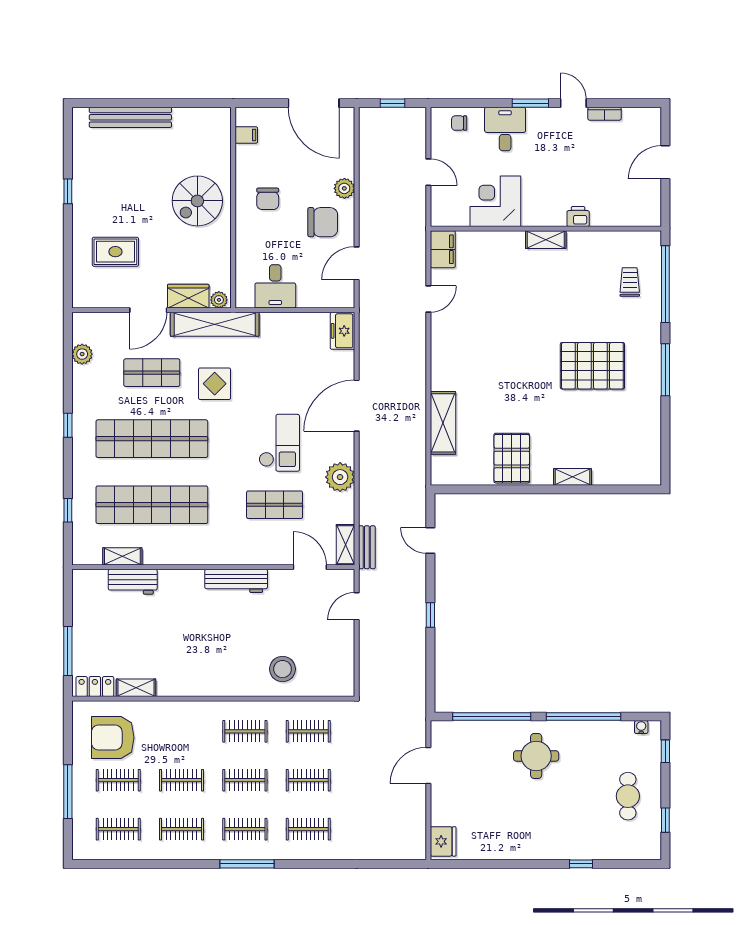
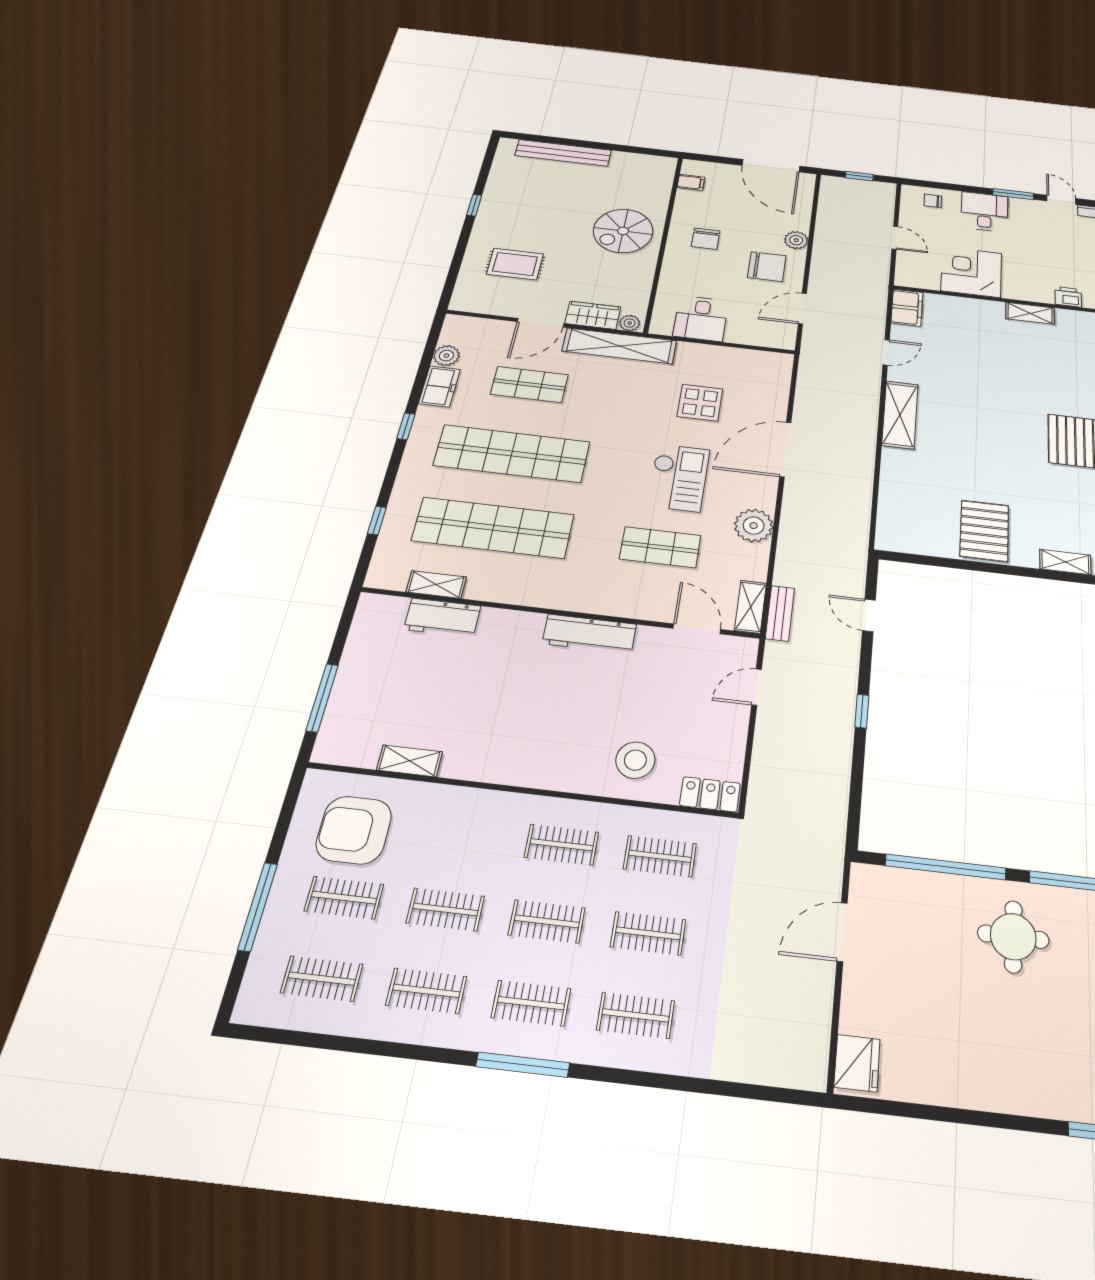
freezer: (342, 331) -> (440, 386), moved, turned 180
display table: (215, 384) -> (700, 403), moved
shelving: (443, 423) -> (900, 415), moved
locker: (95, 687) -> (710, 794), moved

